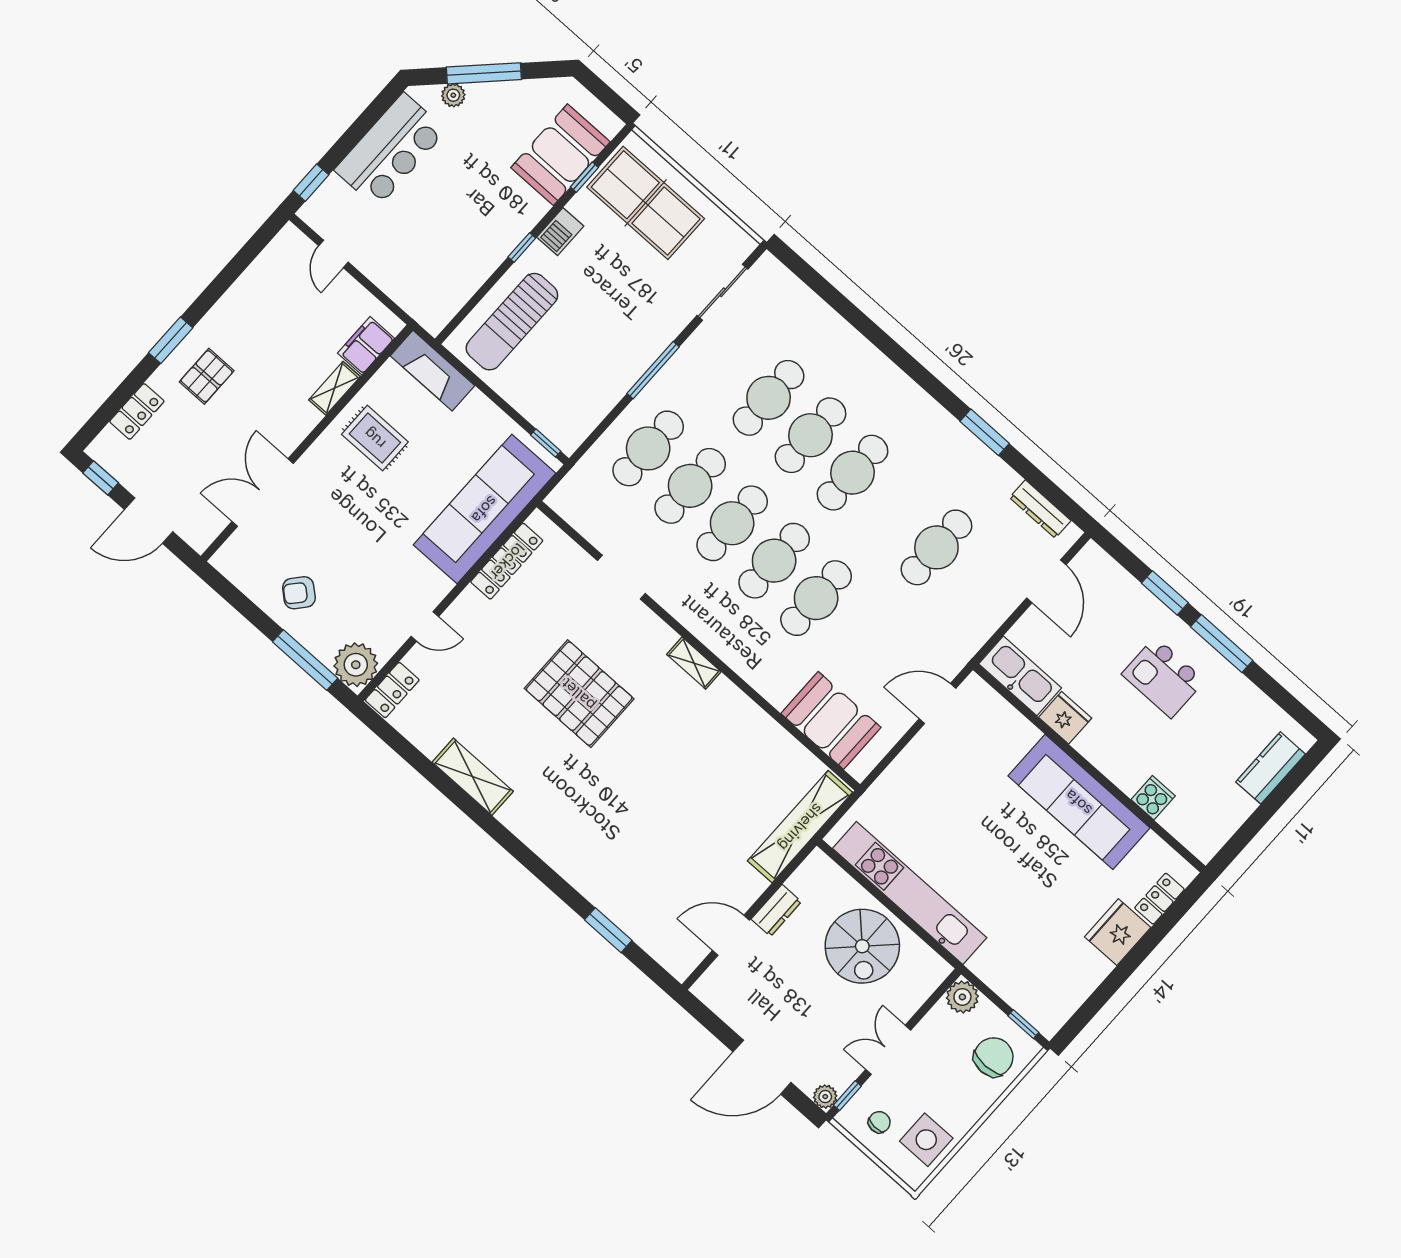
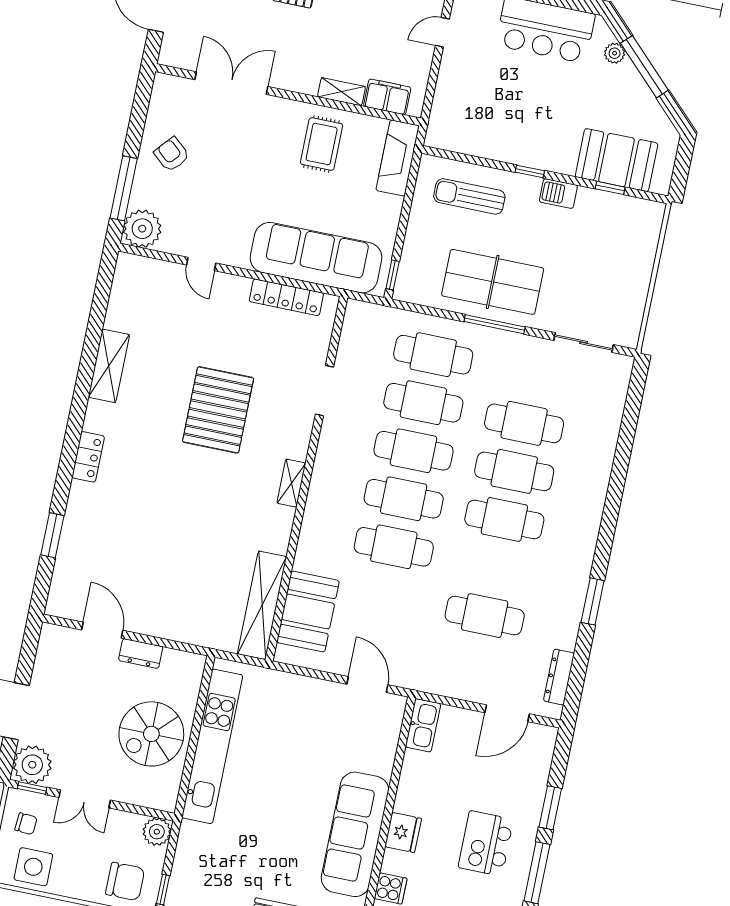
table tennis table: (646, 203) -> (493, 282), moved, turned 90
sun lounger: (512, 322) -> (469, 196), width x0.73, depth x0.75
kitchen sink: (1020, 676) -> (423, 725), width x0.73, depth x0.81
locker: (392, 690) -> (88, 457), moved, turned -90
fridge: (1065, 718) -> (403, 832), moved
shelving: (800, 827) -> (262, 605), moved, turned 90
double door: (888, 1050) -> (85, 799), swing flipped
plant: (825, 1097) -> (32, 765), width x1.87, depth x1.87

